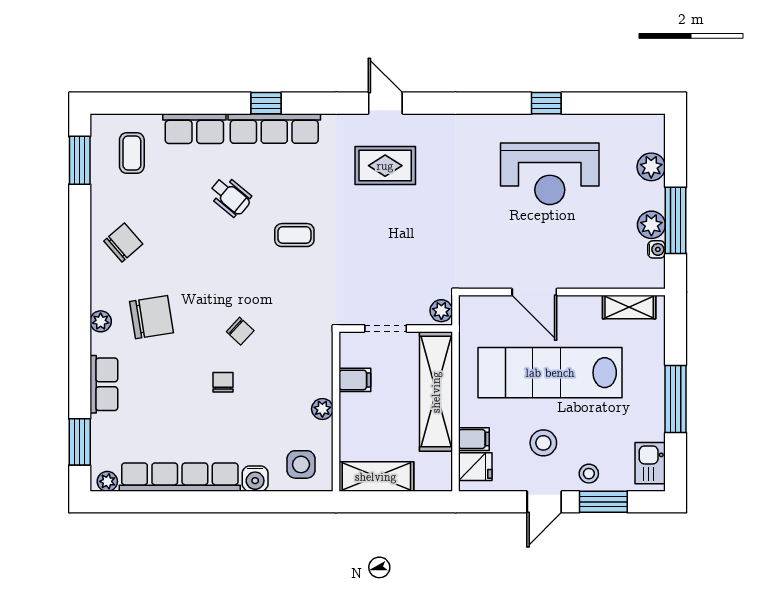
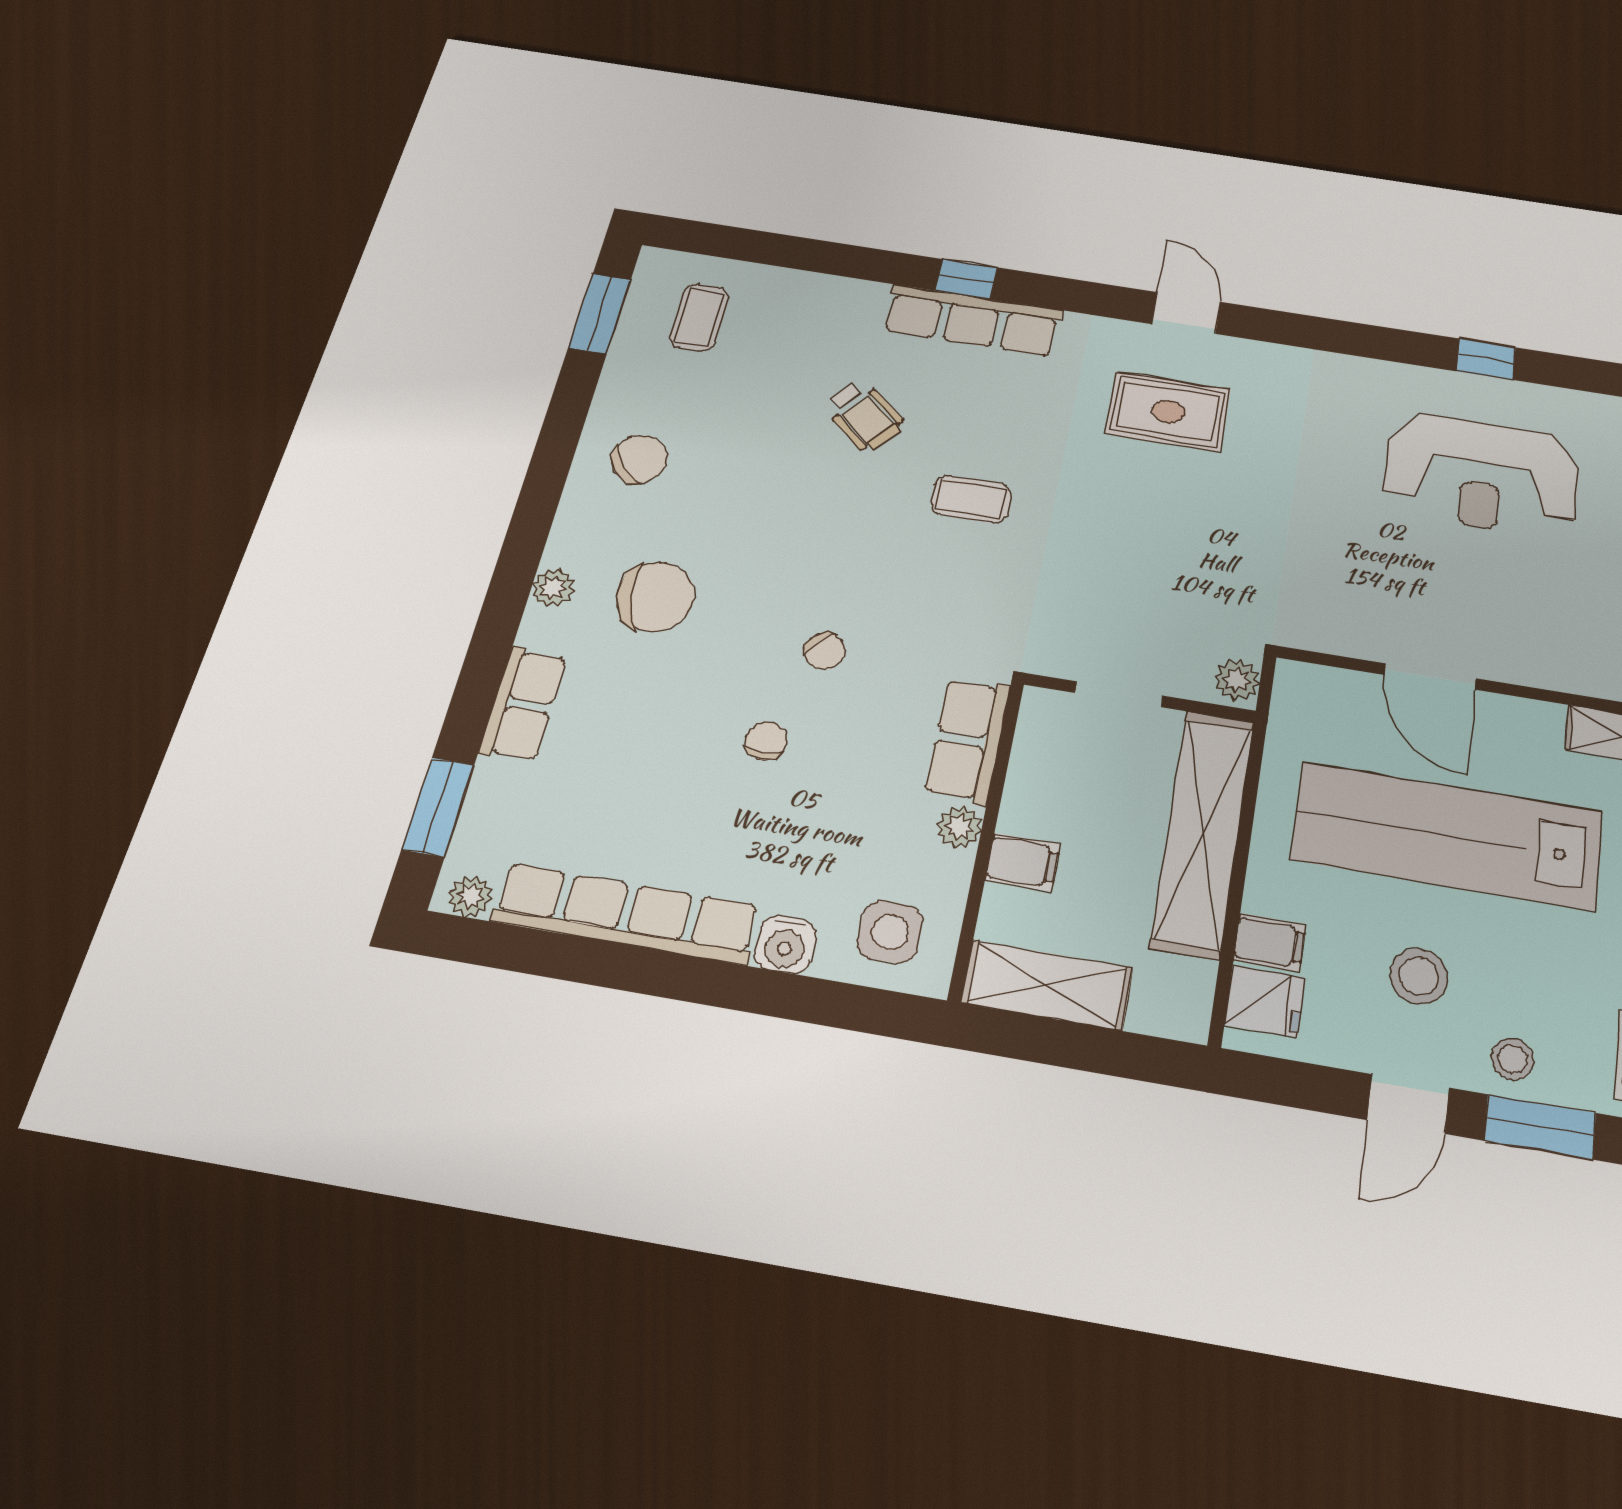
row of seats: (194, 129) -> (968, 740), moved, turned 90
filing cabinet: (355, 380) -> (1023, 862), moved

